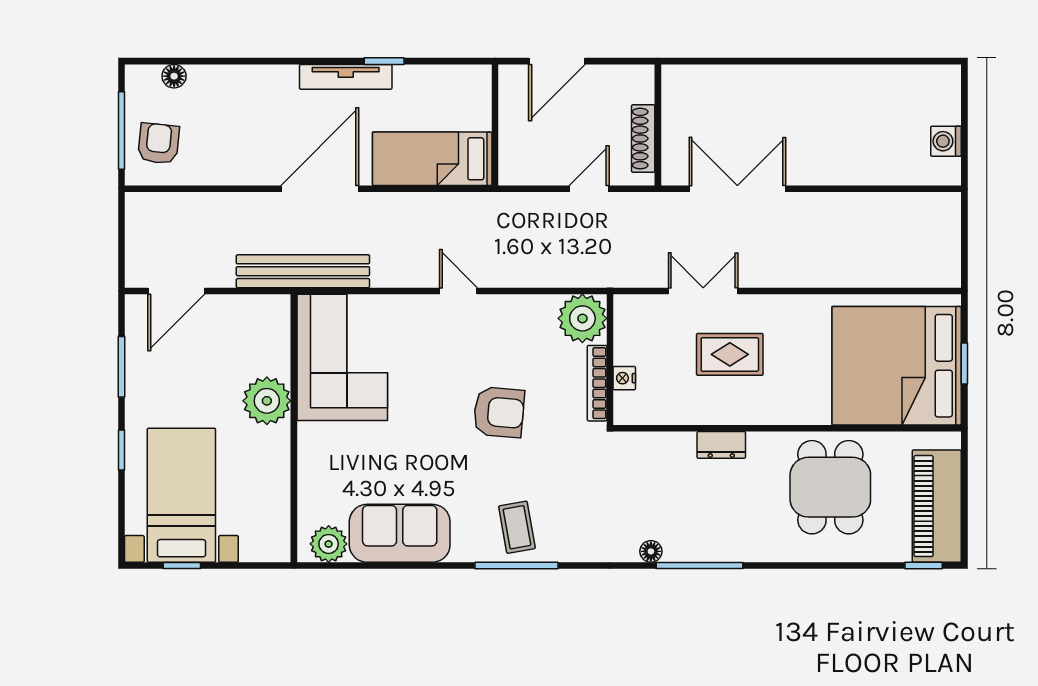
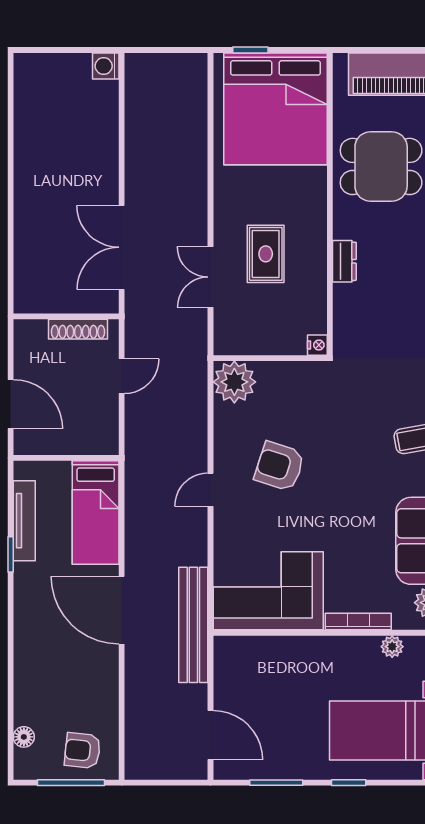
tv unit: (346, 77) -> (24, 521), moved
washing machine: (946, 141) -> (106, 66), moved, turned 90
door: (589, 189) -> (122, 376), swing flipped
window: (964, 364) -> (250, 50), moved
nightstand: (624, 378) -> (317, 345), moved, turned -90
bookcase: (597, 383) -> (358, 622), moved, turned 180
plant: (267, 401) -> (392, 647), moved, width x0.53, depth x0.53
armchair: (499, 412) -> (279, 466), moved, turned -77

